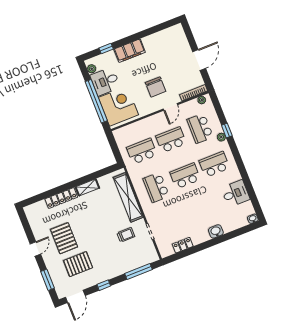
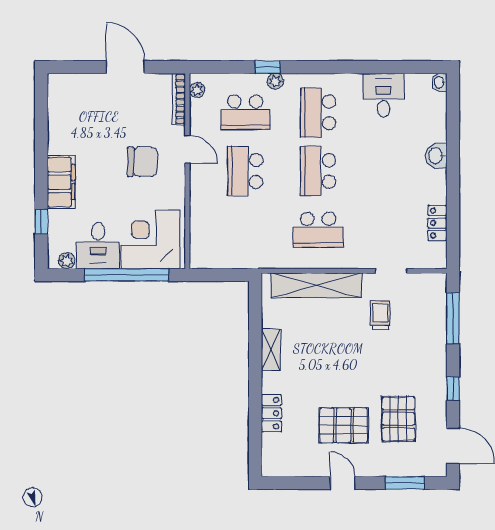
school desk: (142, 151) -> (245, 230), removed
locker: (61, 198) -> (272, 413), width x0.66

